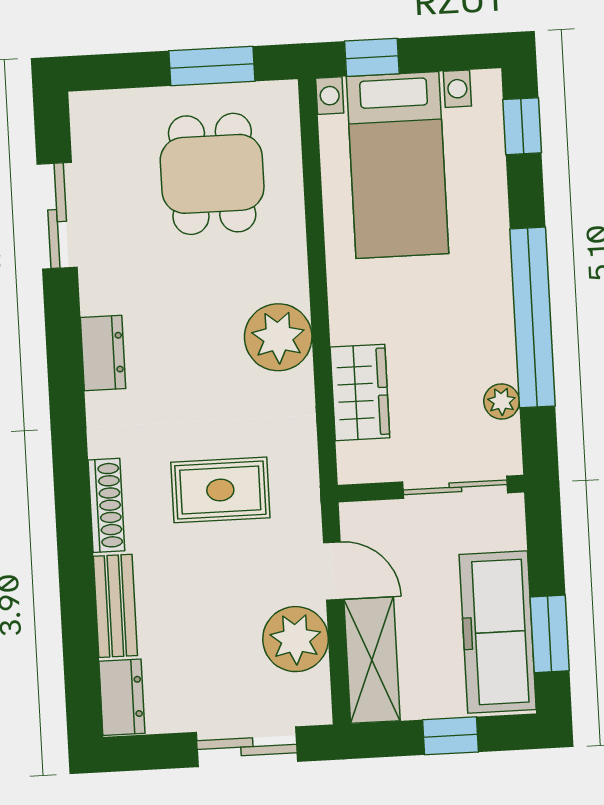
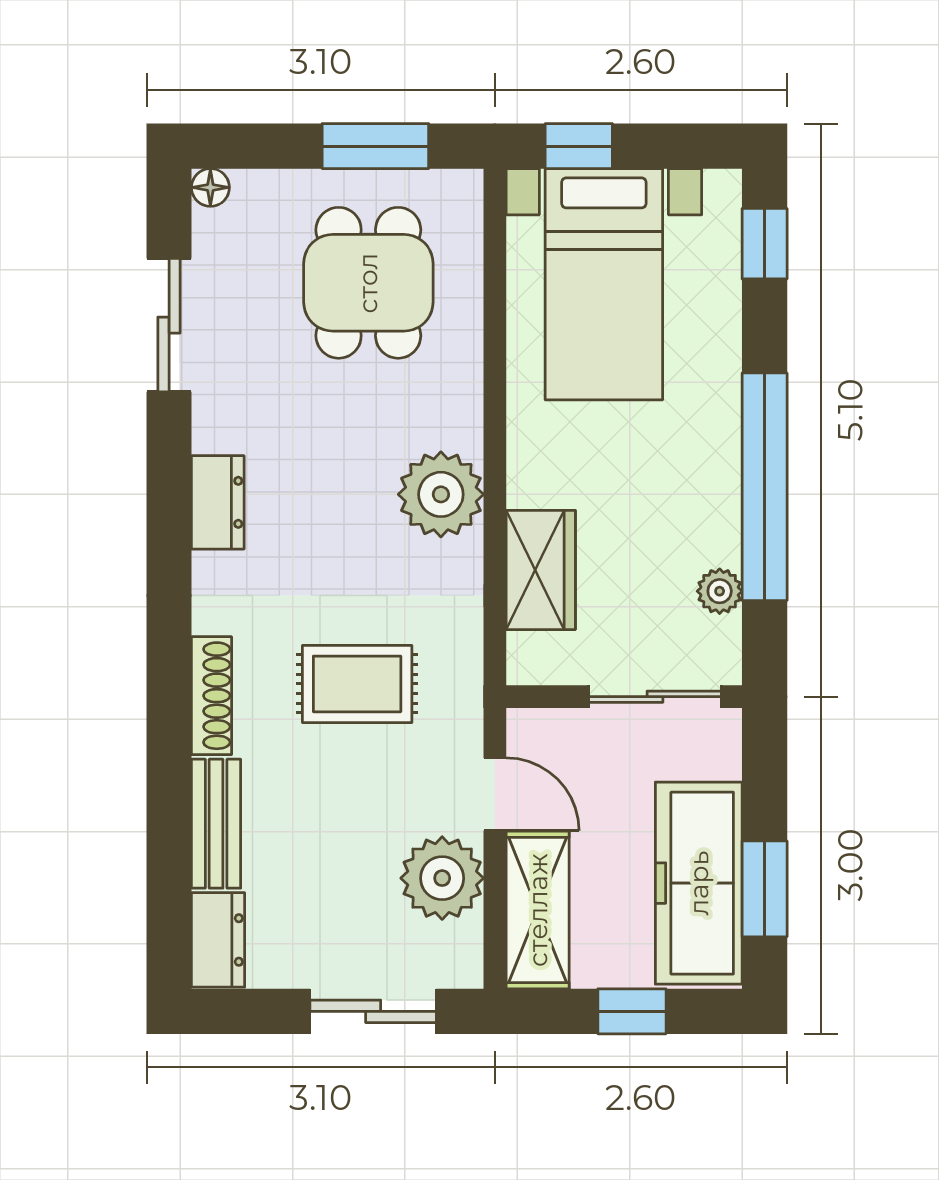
floor lamp: (84, 106) -> (210, 187), added

